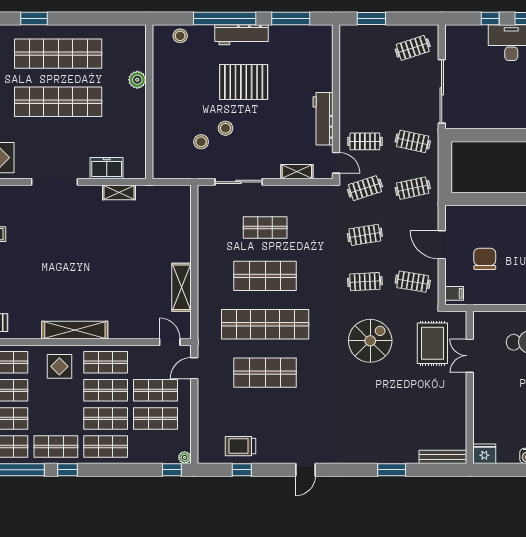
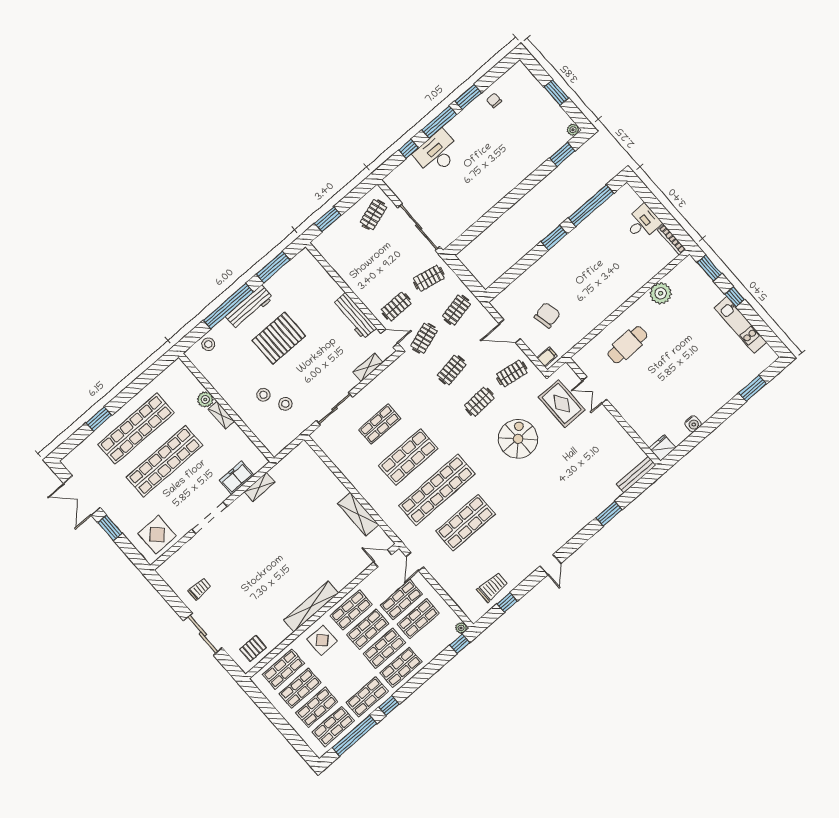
shelving: (139, 105) -> (221, 415), added
stool: (225, 128) -> (263, 395), moved
chair: (485, 259) -> (547, 315), turned 78
trolley: (241, 446) -> (492, 587), turned 180

